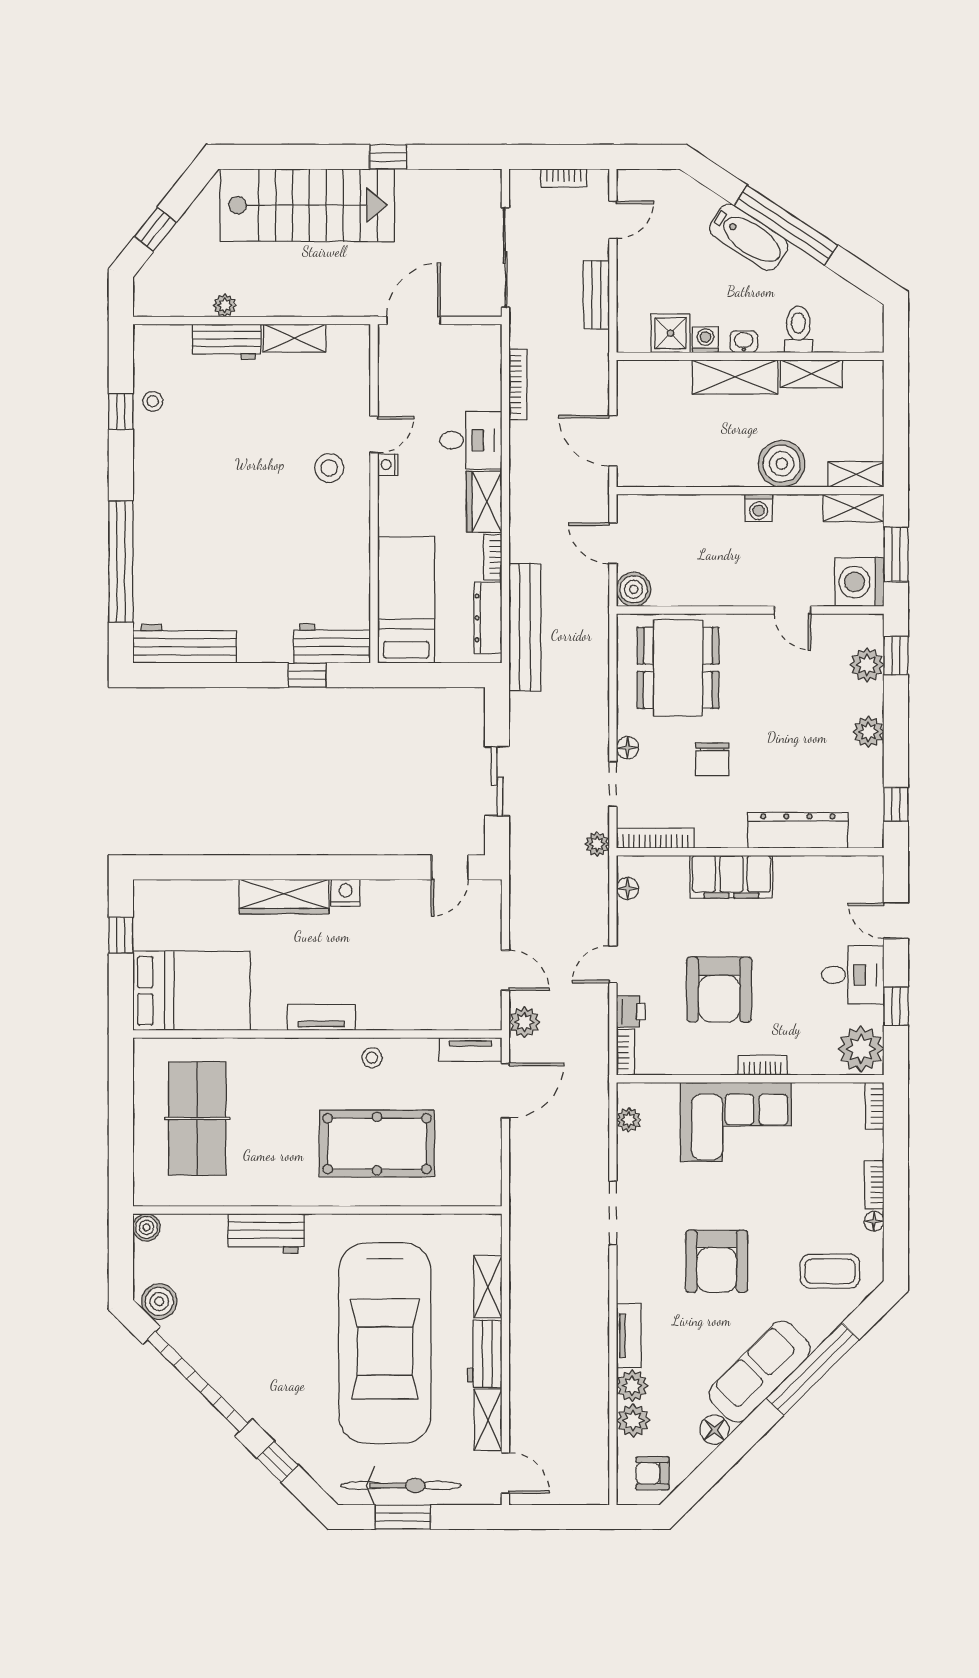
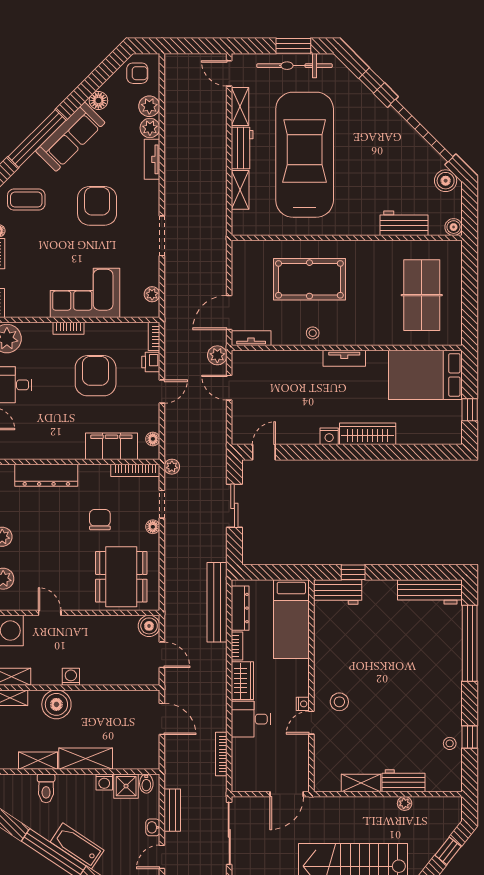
bidet: (638, 337) -> (146, 784), added
washbasin: (744, 342) -> (153, 827), moved, turned 90
filing cabinet: (731, 877) -> (111, 446), moved
workbench: (266, 1233) -> (404, 223), moved

